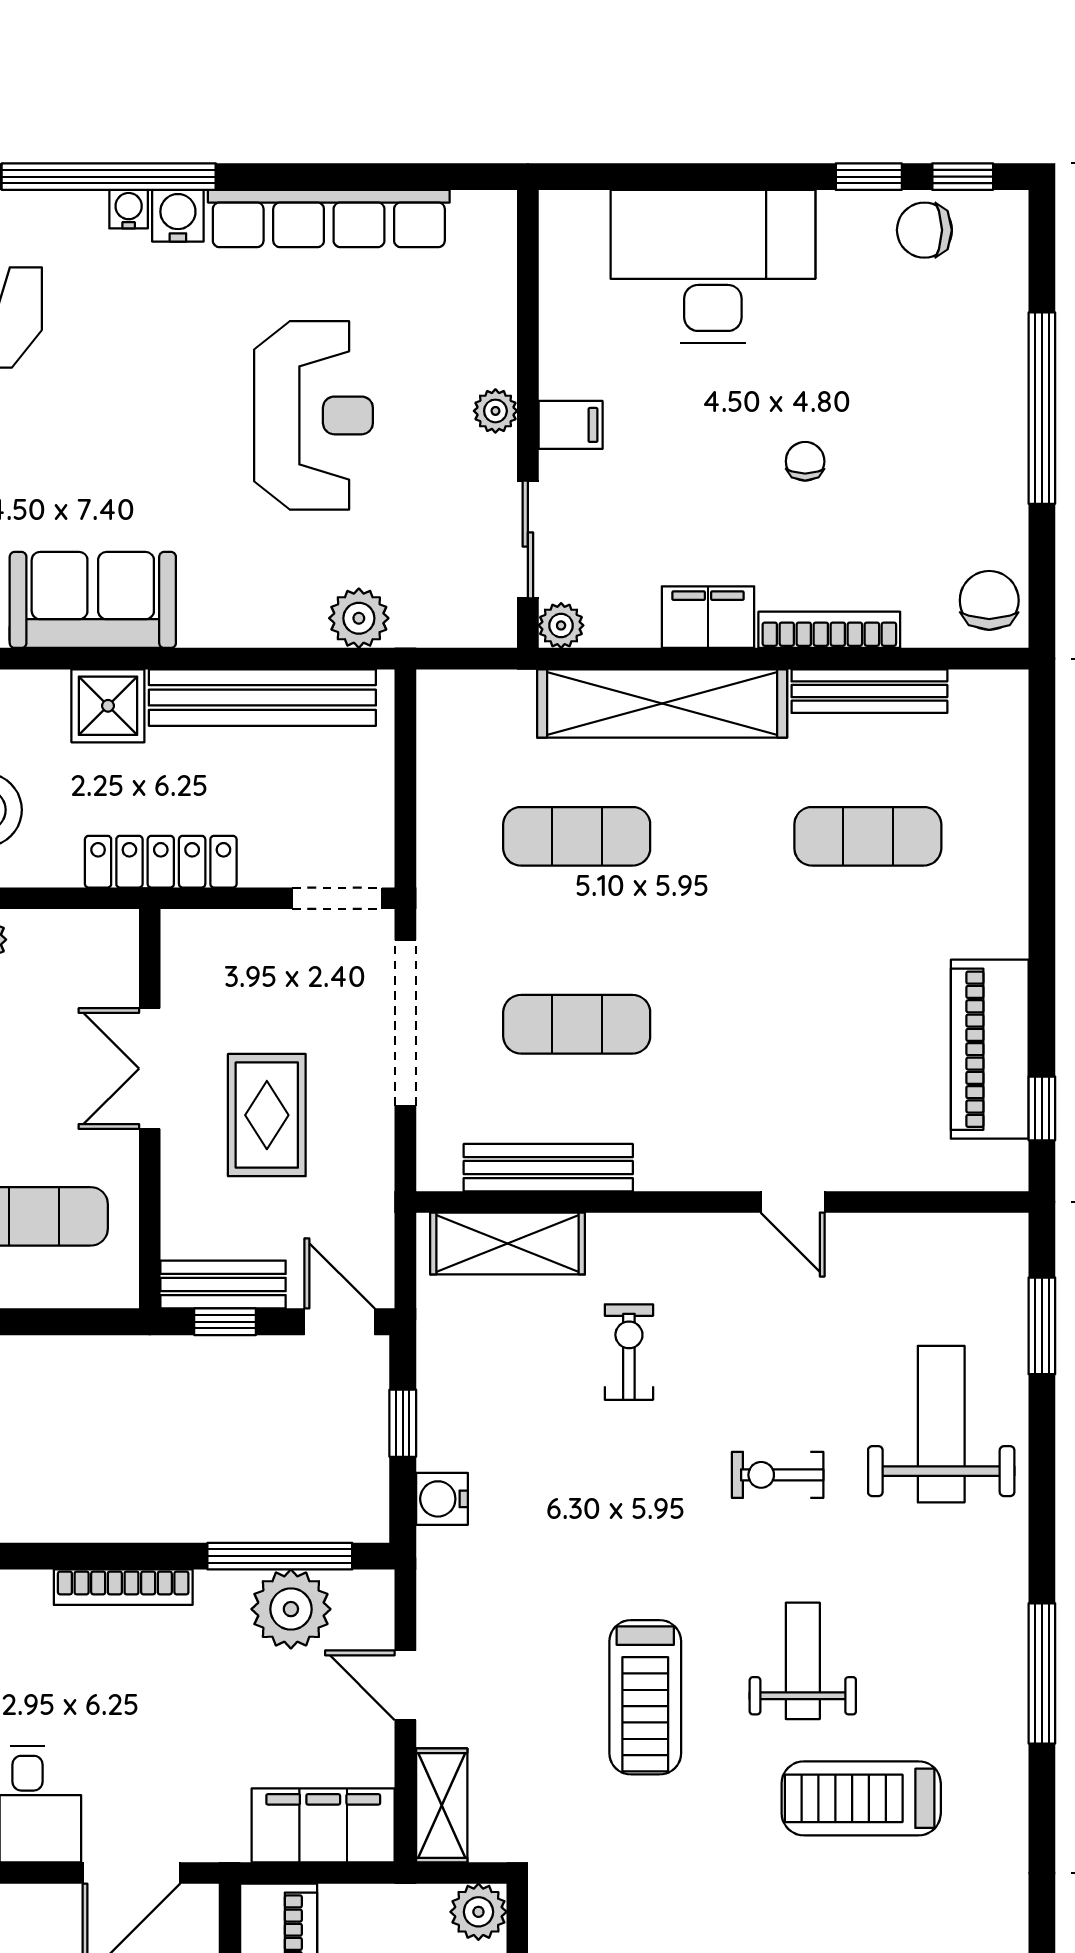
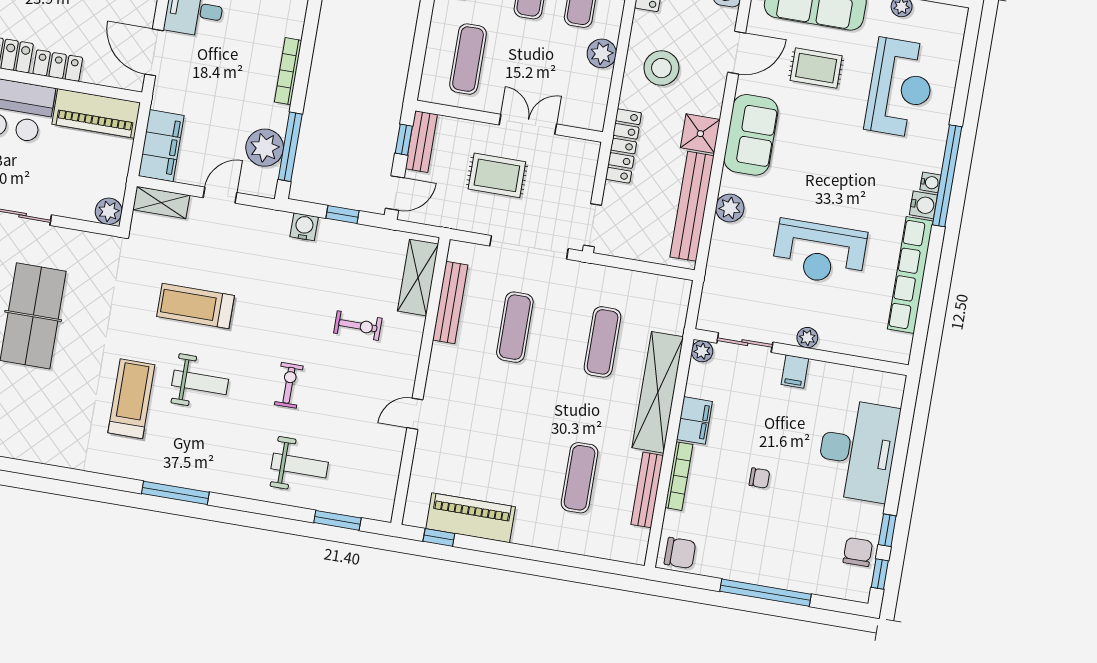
plant: (359, 618) -> (730, 208), moved
weight bench: (941, 1424) -> (300, 466), width x0.73, depth x0.75

